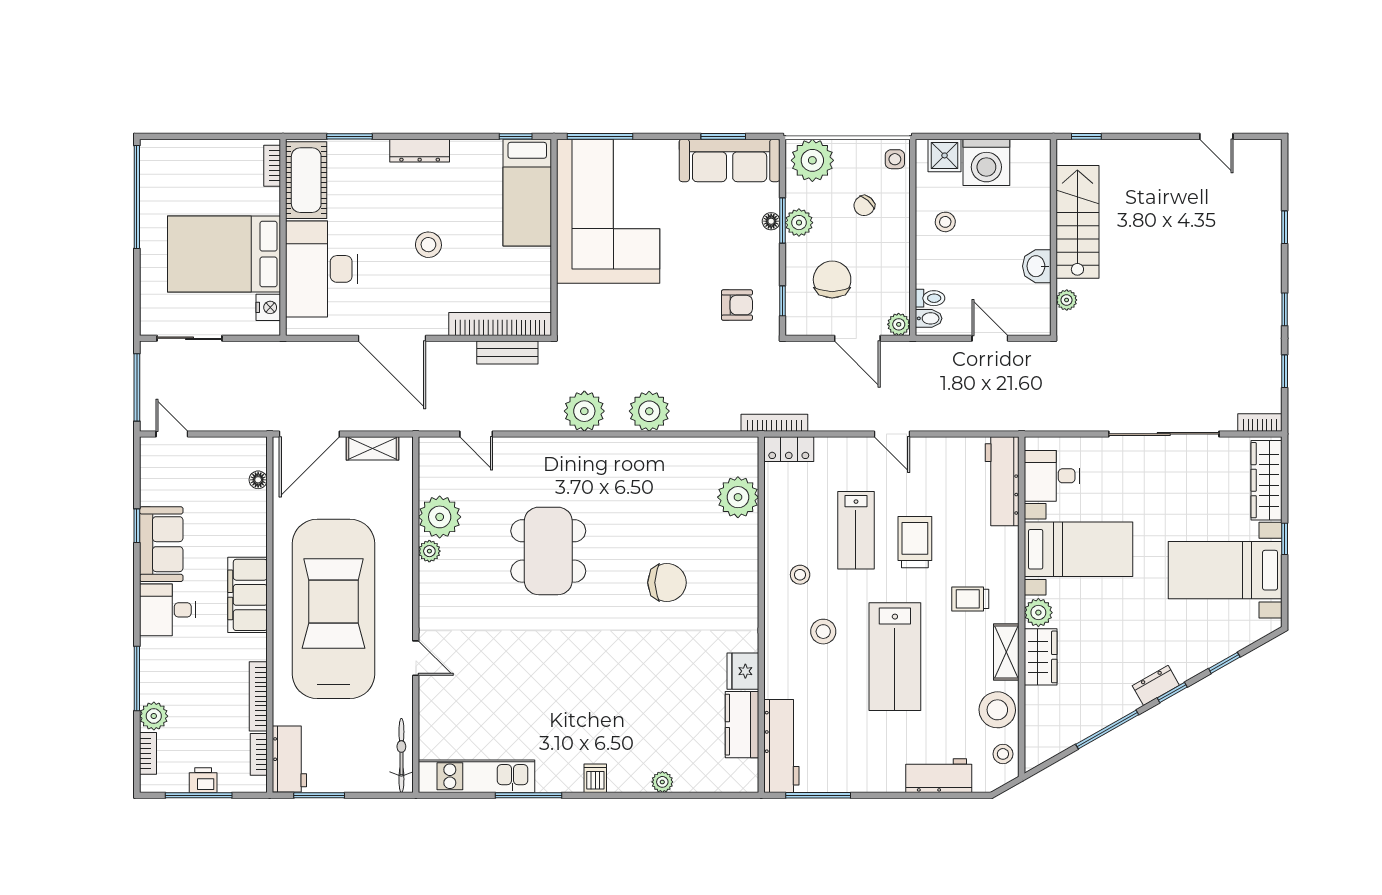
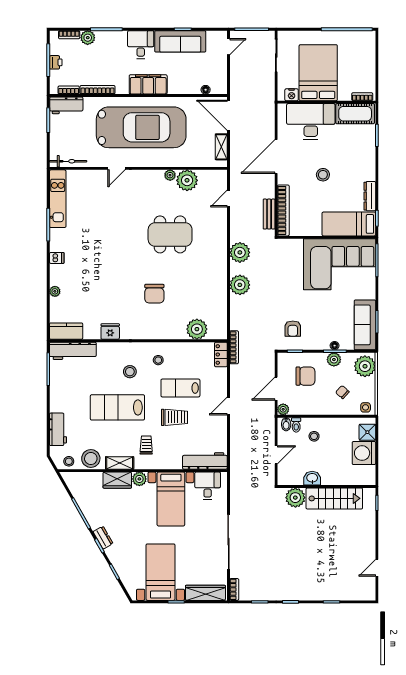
dresser: (420, 151) -> (370, 196), moved
stool: (945, 222) -> (314, 436), moved
plant: (1067, 300) -> (295, 498), width x1.88, depth x1.88
sofa: (161, 544) -> (180, 41), width x1.36
kitchen counter: (742, 725) -> (66, 331), moved

